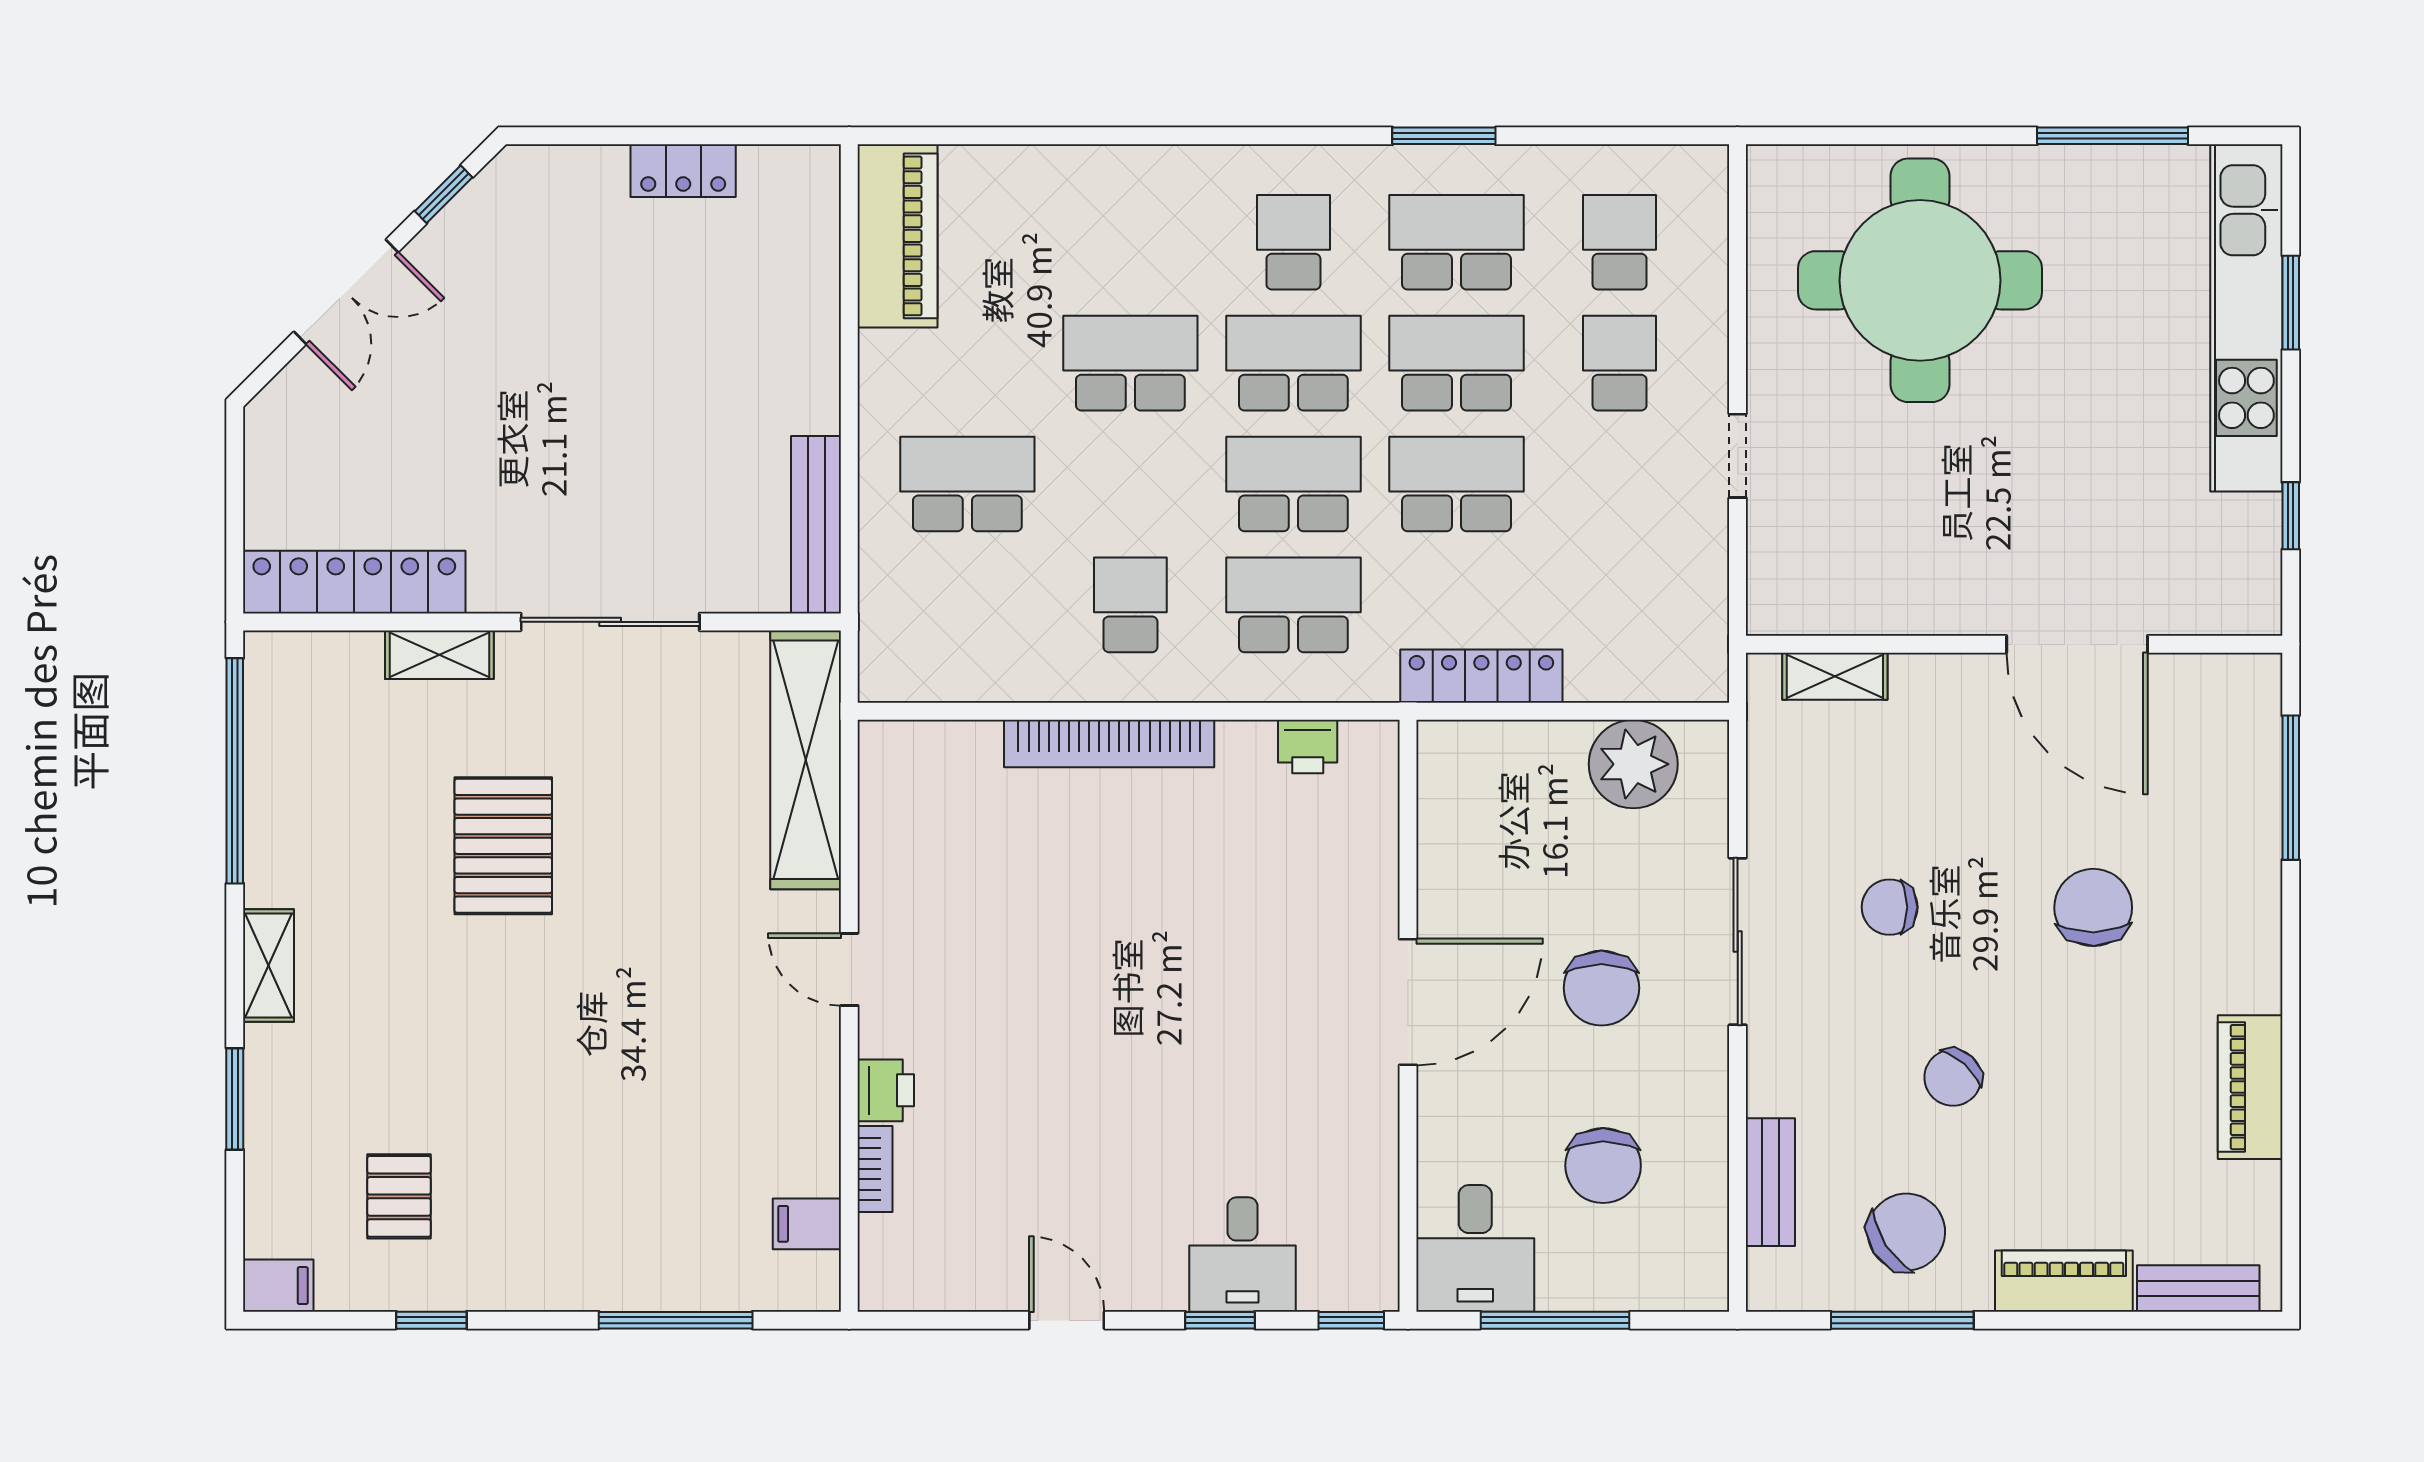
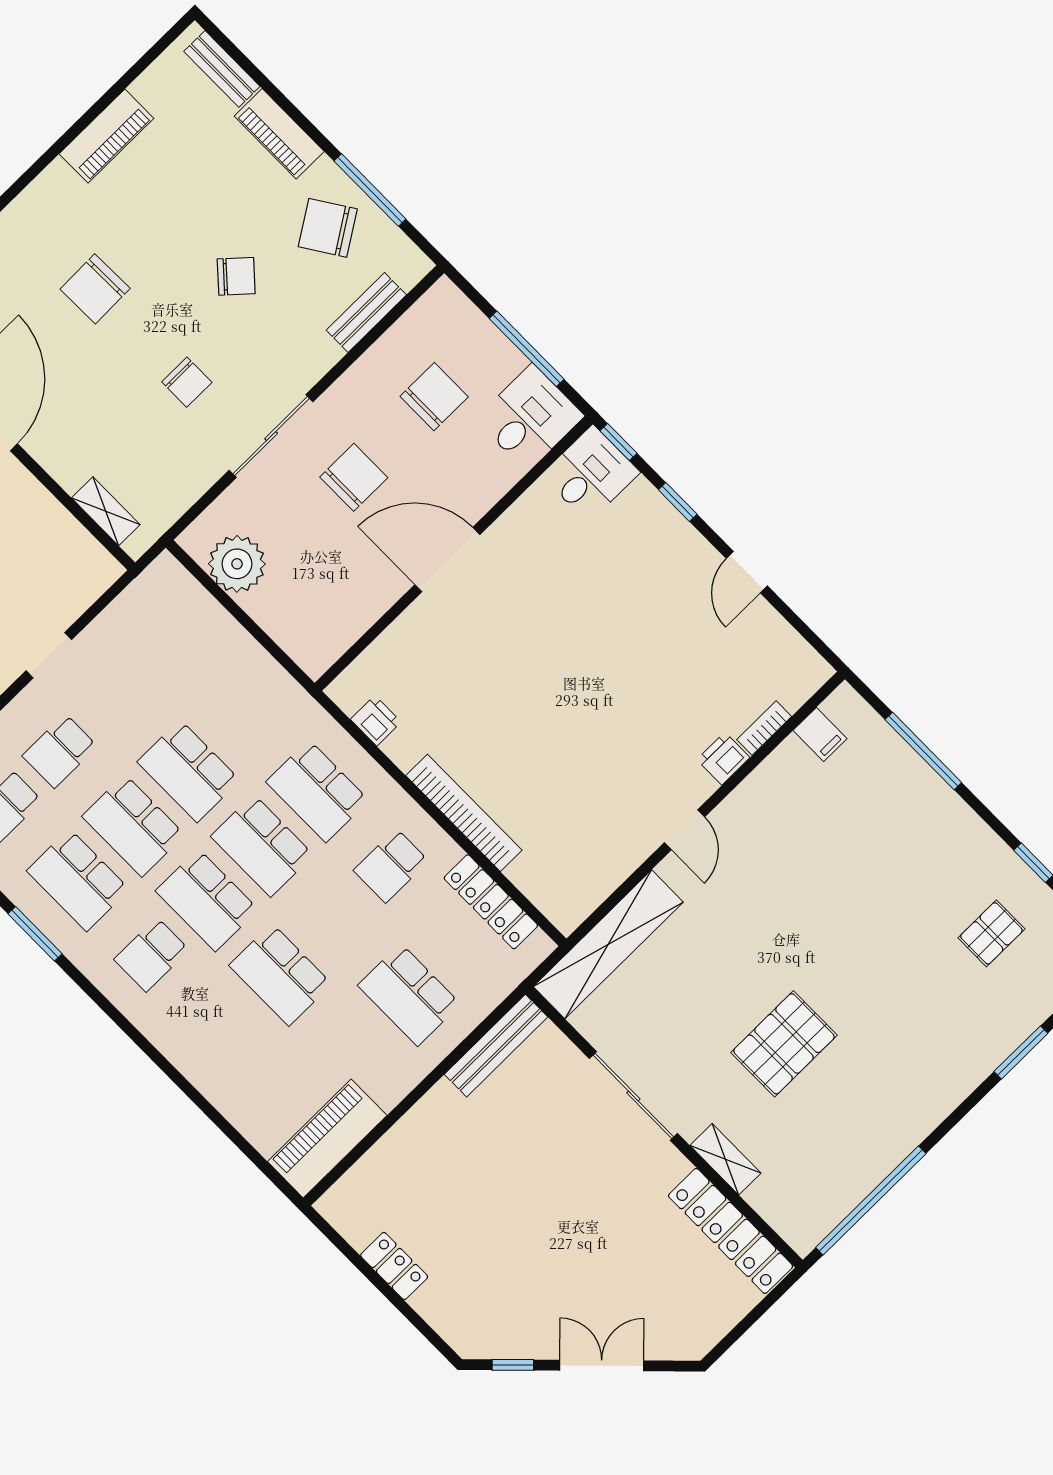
locker: (1481, 676) -> (491, 902), moved
shelving: (269, 965) -> (945, 1097), removed
desk: (1242, 1255) -> (591, 474), moved

